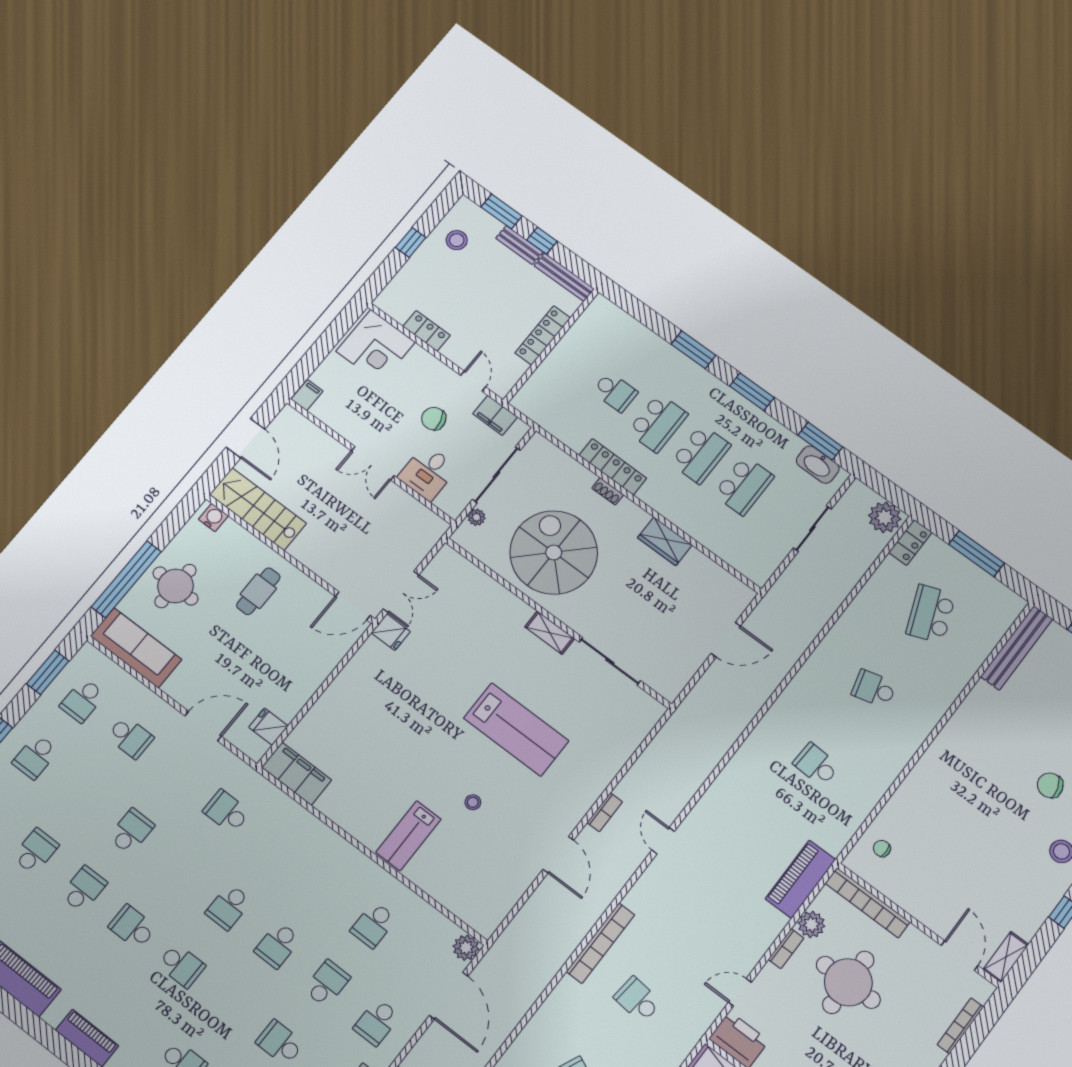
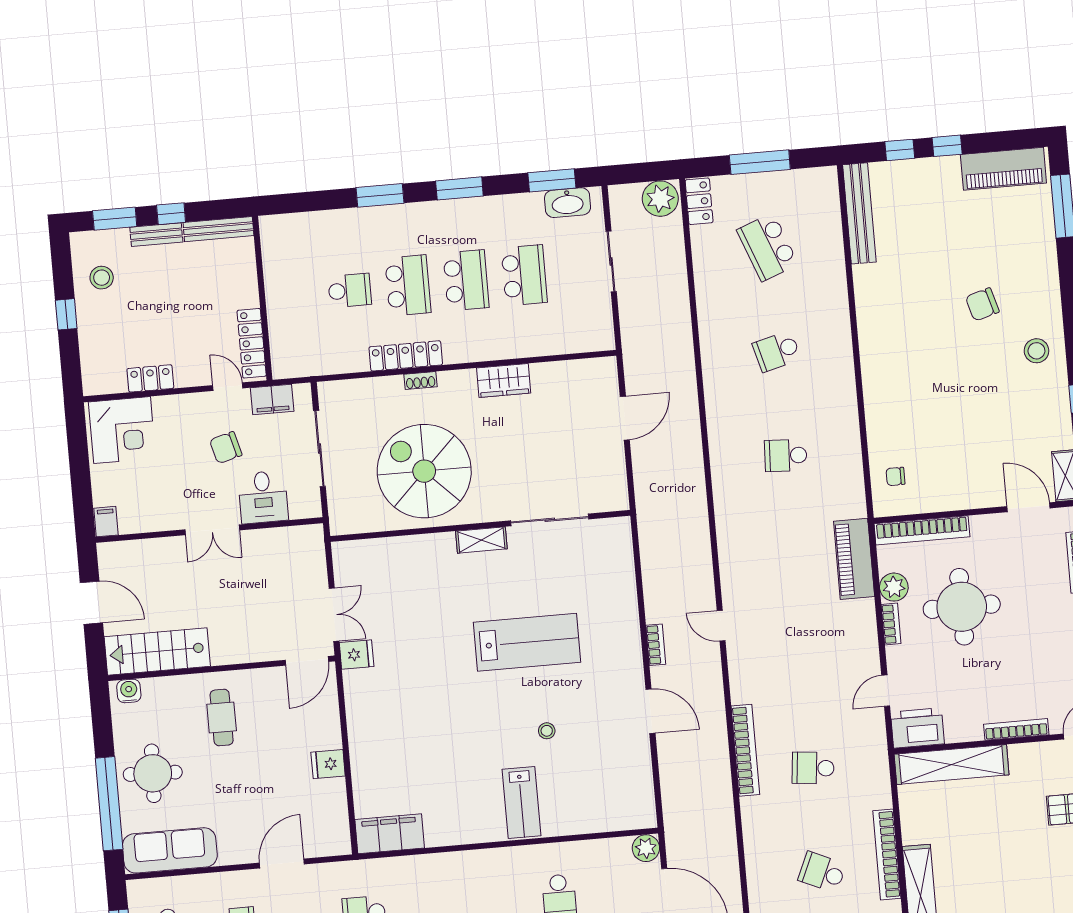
locker: (543, 335) -> (252, 343), moved
plant: (476, 517) -> (336, 498), removed
fridge: (268, 727) -> (328, 764), moved

